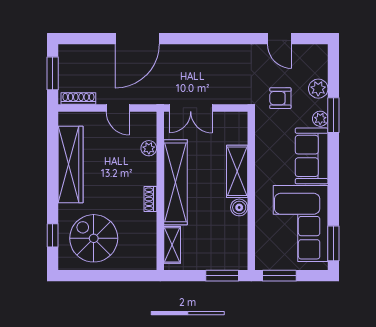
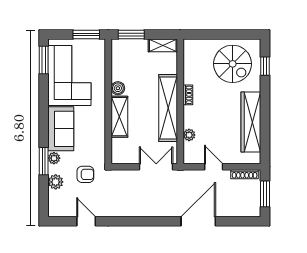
shelving: (172, 245) -> (163, 45), moved, turned 90

